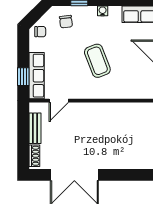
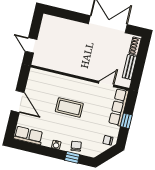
chair: (66, 22) -> (76, 146), moved
coffee table: (97, 61) -> (69, 107), turned -69
window: (23, 77) -> (126, 121), moved

